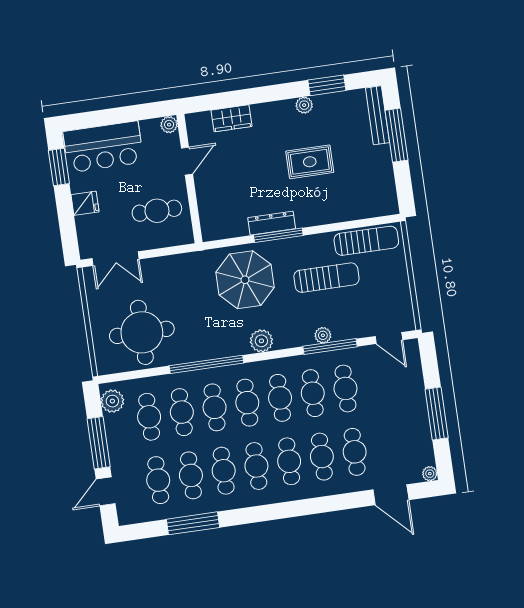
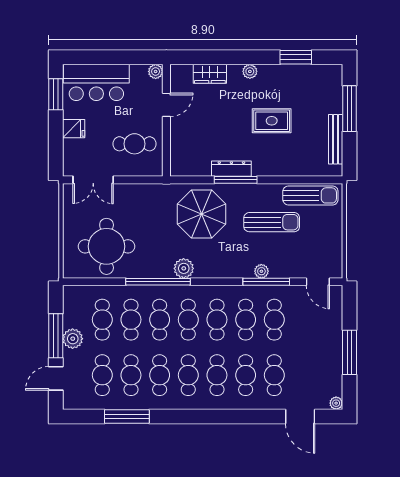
plant: (304, 105) -> (250, 71), moved
bench: (377, 115) -> (336, 139), moved
plant: (261, 341) -> (184, 268), moved
plant: (112, 401) -> (73, 339), moved

